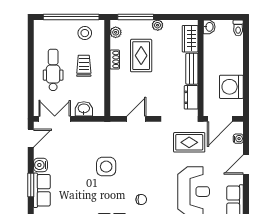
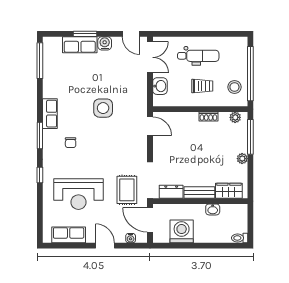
washbasin: (209, 27) -> (213, 209), moved
rug: (141, 56) -> (212, 142), removed
door: (136, 119) -> (150, 126), moved

